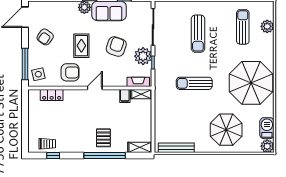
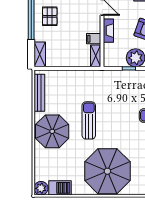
fireplace: (138, 82) -> (108, 31), moved
sun lounger: (194, 83) -> (89, 120), moved
parasol: (226, 130) -> (52, 131), moved
pallet: (103, 138) -> (50, 16), turned 90

